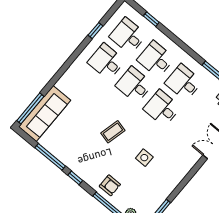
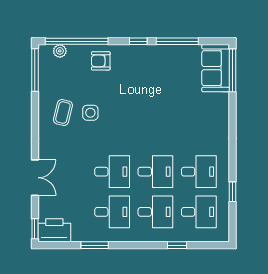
window: (151, 19) -> (177, 245), moved
sofa: (45, 113) -> (216, 68), width x0.73
coffee table: (113, 132) -> (63, 113), moved

